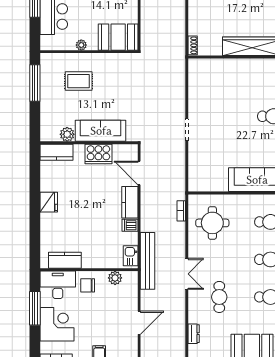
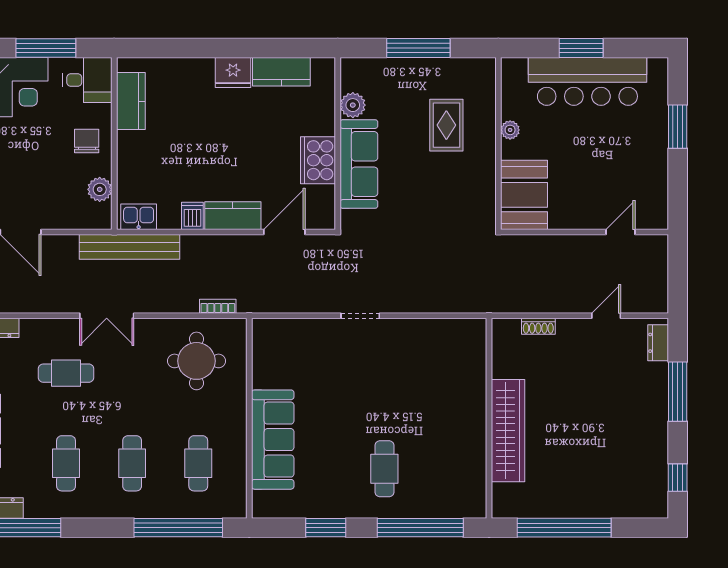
shoe rack: (193, 45) -> (538, 326), moved
window: (35, 83) -> (418, 48), moved
kitchen counter: (56, 152) -> (281, 72), moved, turned -90
desk: (58, 285) -> (87, 80), width x0.73

